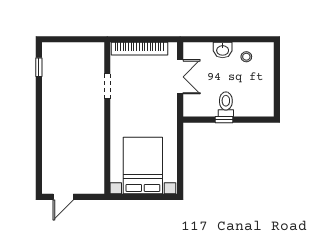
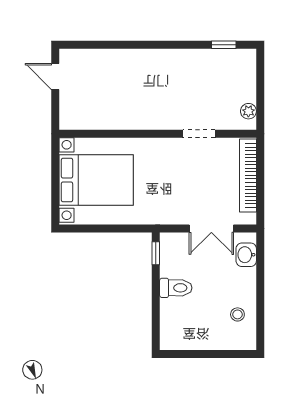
plant: (90, 48) -> (248, 111), added
washbasin: (223, 50) -> (246, 255), moved
window: (224, 120) -> (156, 253), moved

